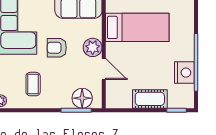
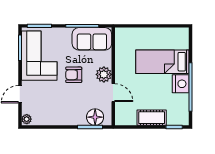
bed: (137, 27) -> (162, 62), moved, turned 180
nightstand: (184, 73) -> (181, 84), moved
coffee table: (33, 84) -> (54, 105), removed

